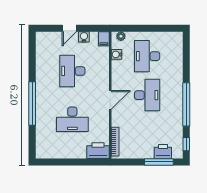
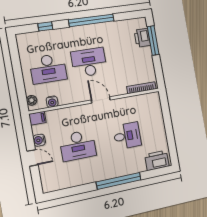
desk: (72, 119) -> (127, 136), width x0.73
window: (186, 144) -> (45, 26), moved
printer: (98, 151) -> (157, 160), moved, turned 90

